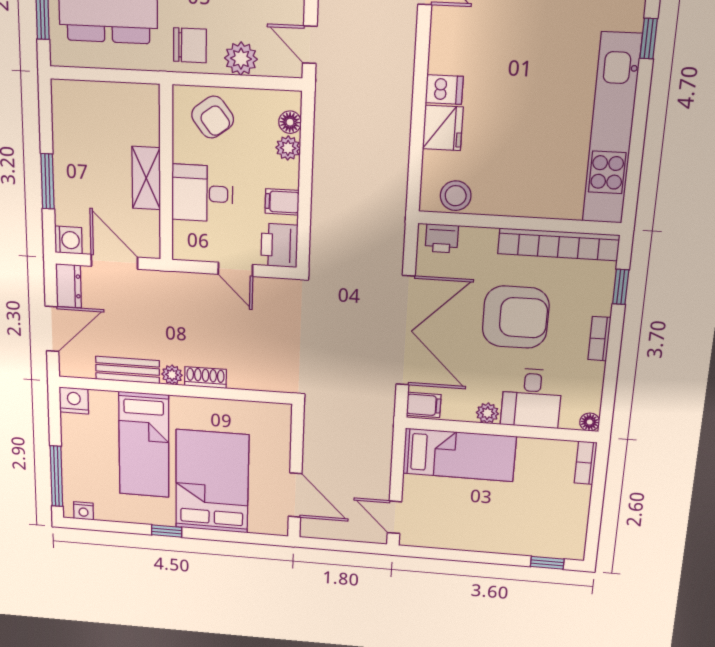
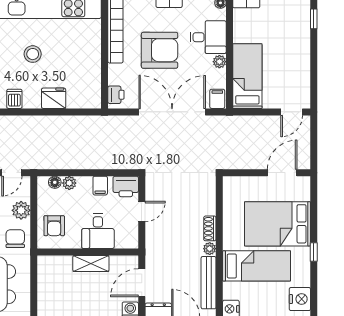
dishwasher: (444, 89) -> (14, 99), moved
armchair: (213, 117) -> (54, 226), turned 127
stool: (456, 196) -> (33, 54), moved
armchair: (516, 317) -> (160, 50), turned 90
bench: (128, 370) -> (209, 283), width x1.36
nightstand: (84, 511) -> (300, 299), width x1.89, depth x1.79

